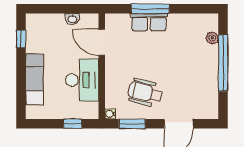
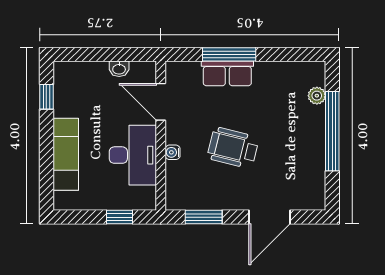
wheelchair: (145, 93) -> (233, 148), moved
water cooler: (110, 114) -> (173, 152), moved

